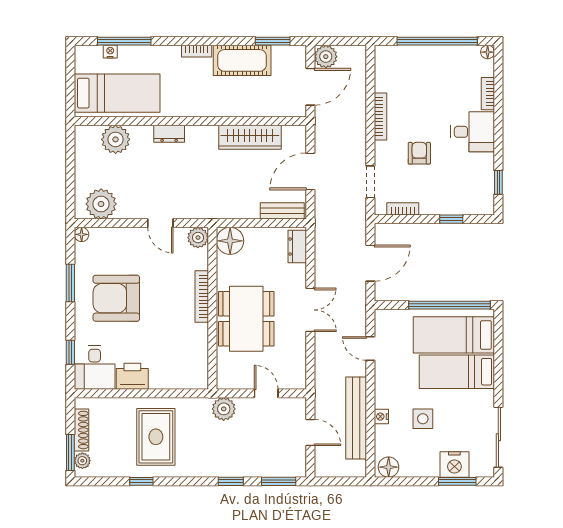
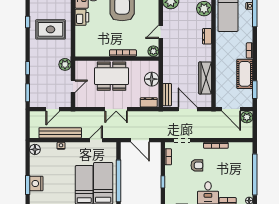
floor lamp: (230, 241) -> (152, 79), moved
side table: (423, 419) -> (60, 167), removed

